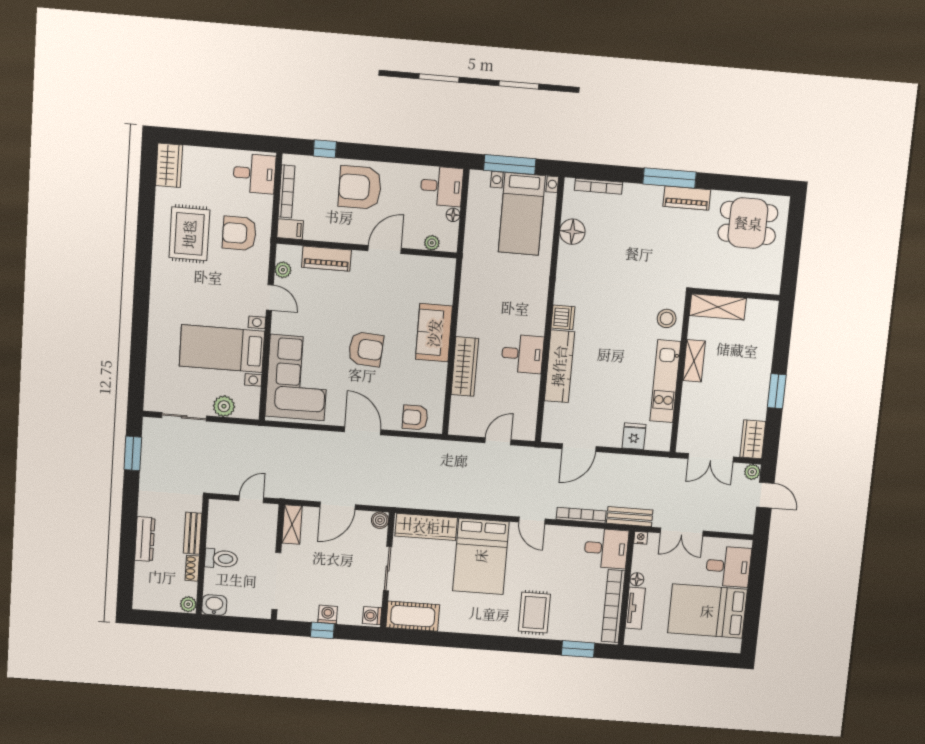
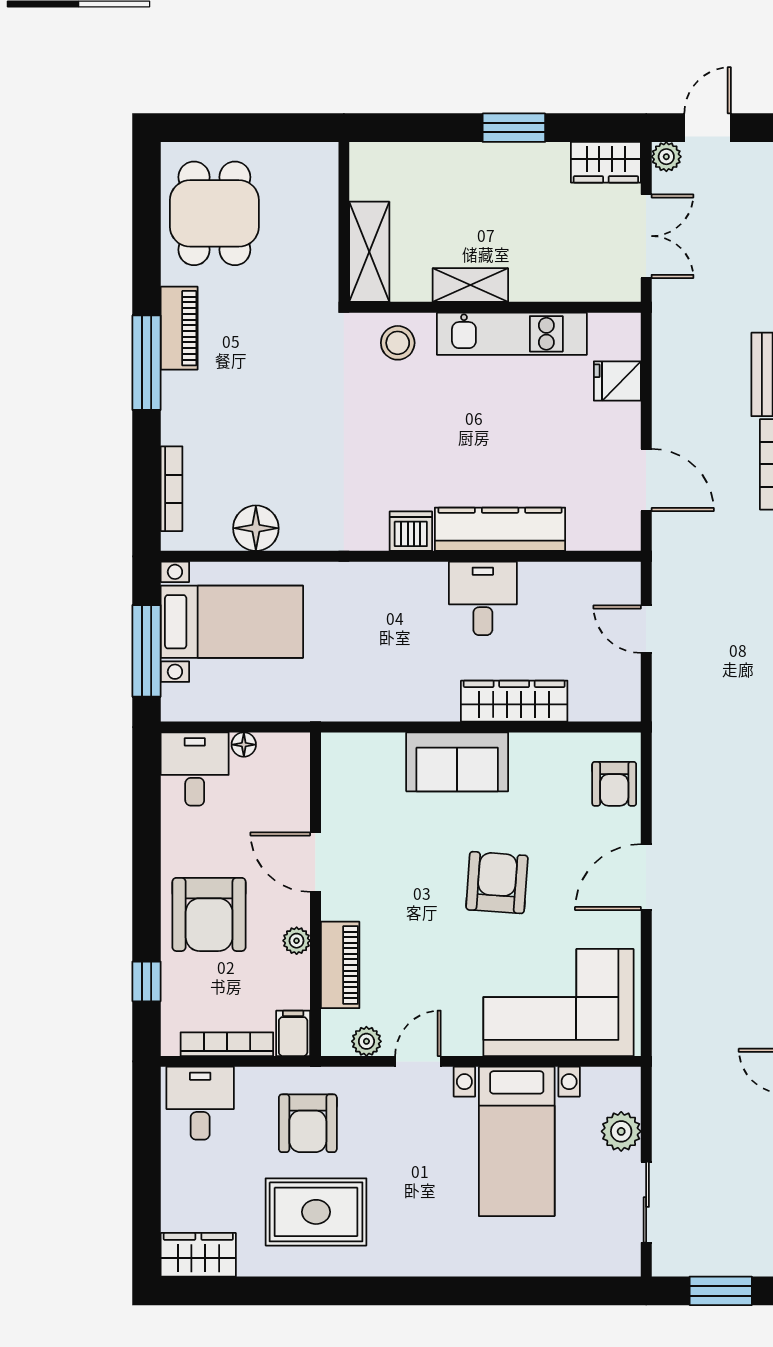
plant: (432, 243) -> (297, 941), moved

